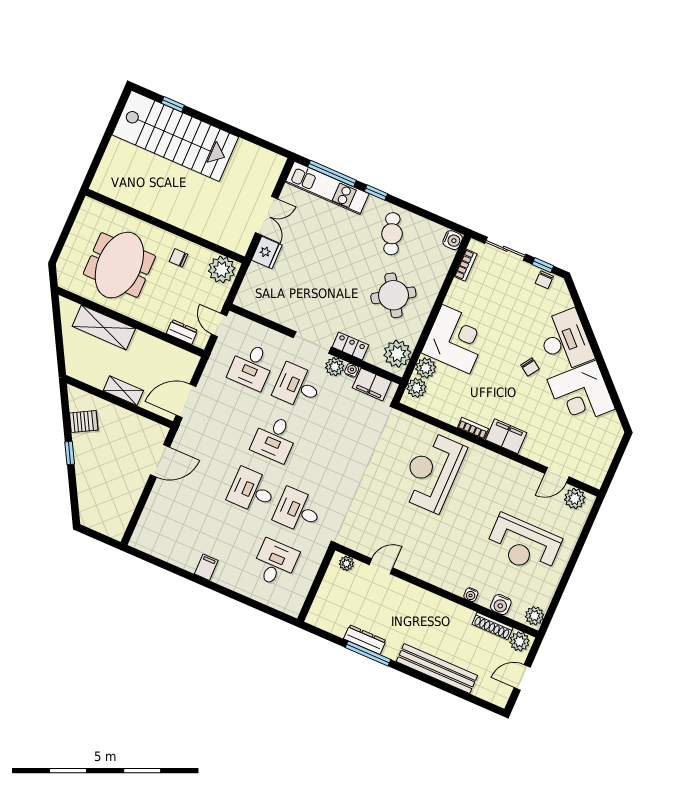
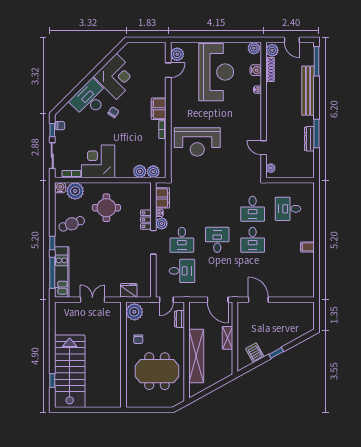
fridge: (267, 253) -> (129, 290), moved
round table: (393, 295) -> (106, 208), turned 33
shelving: (104, 327) -> (196, 356), width x1.47
corner desk: (456, 339) -> (98, 161), moved
plant: (397, 354) -> (75, 191), moved
desk: (275, 438) -> (217, 240), turned -90
door: (557, 475) -> (168, 70), hinge flipped
reception desk: (523, 545) -> (216, 72), width x1.36, depth x1.30
window: (475, 700) -> (316, 61), added

